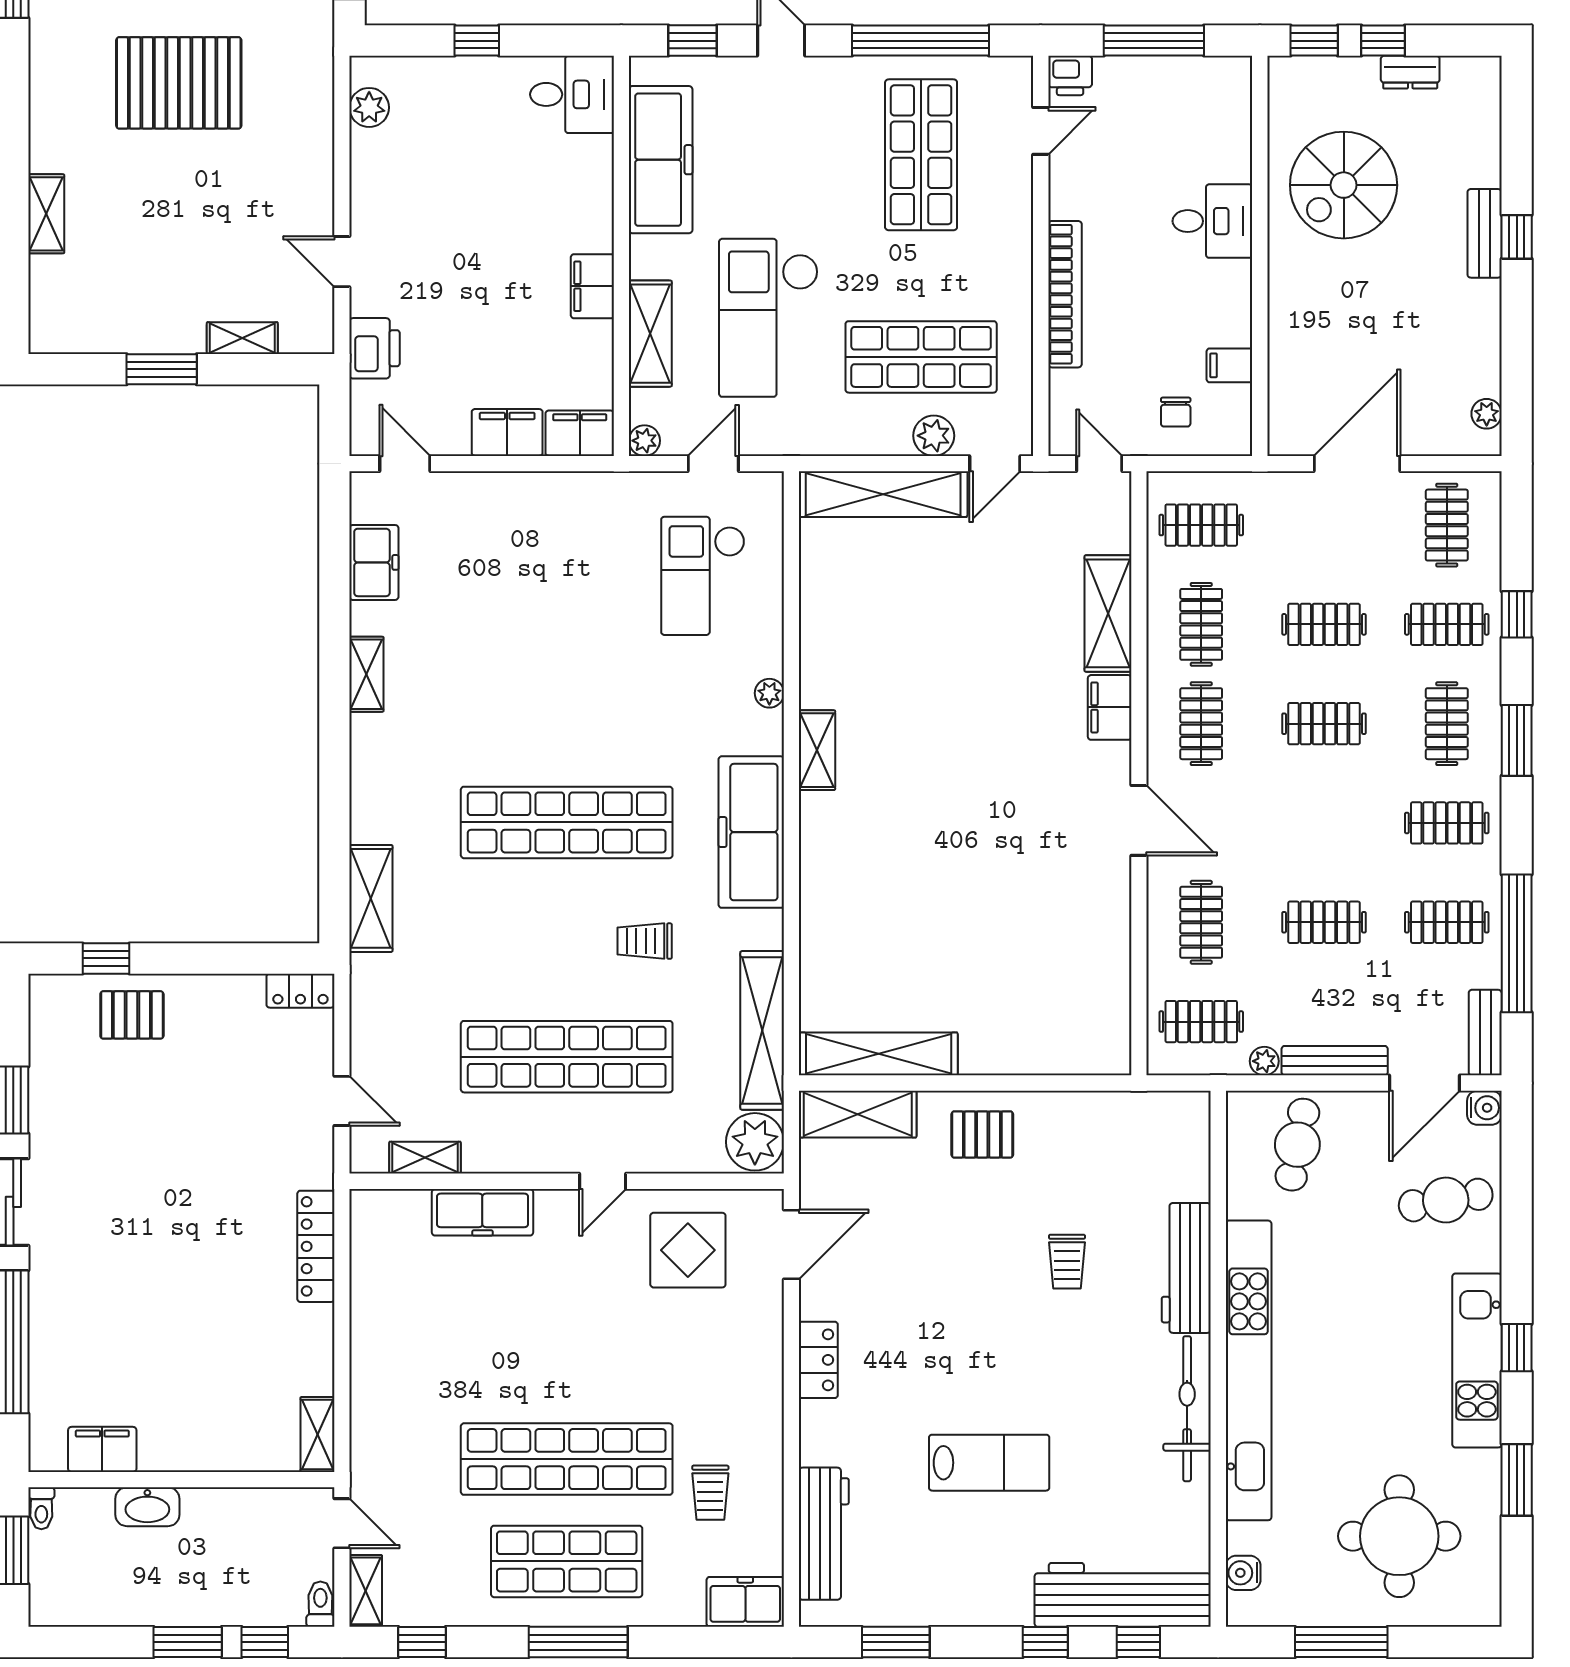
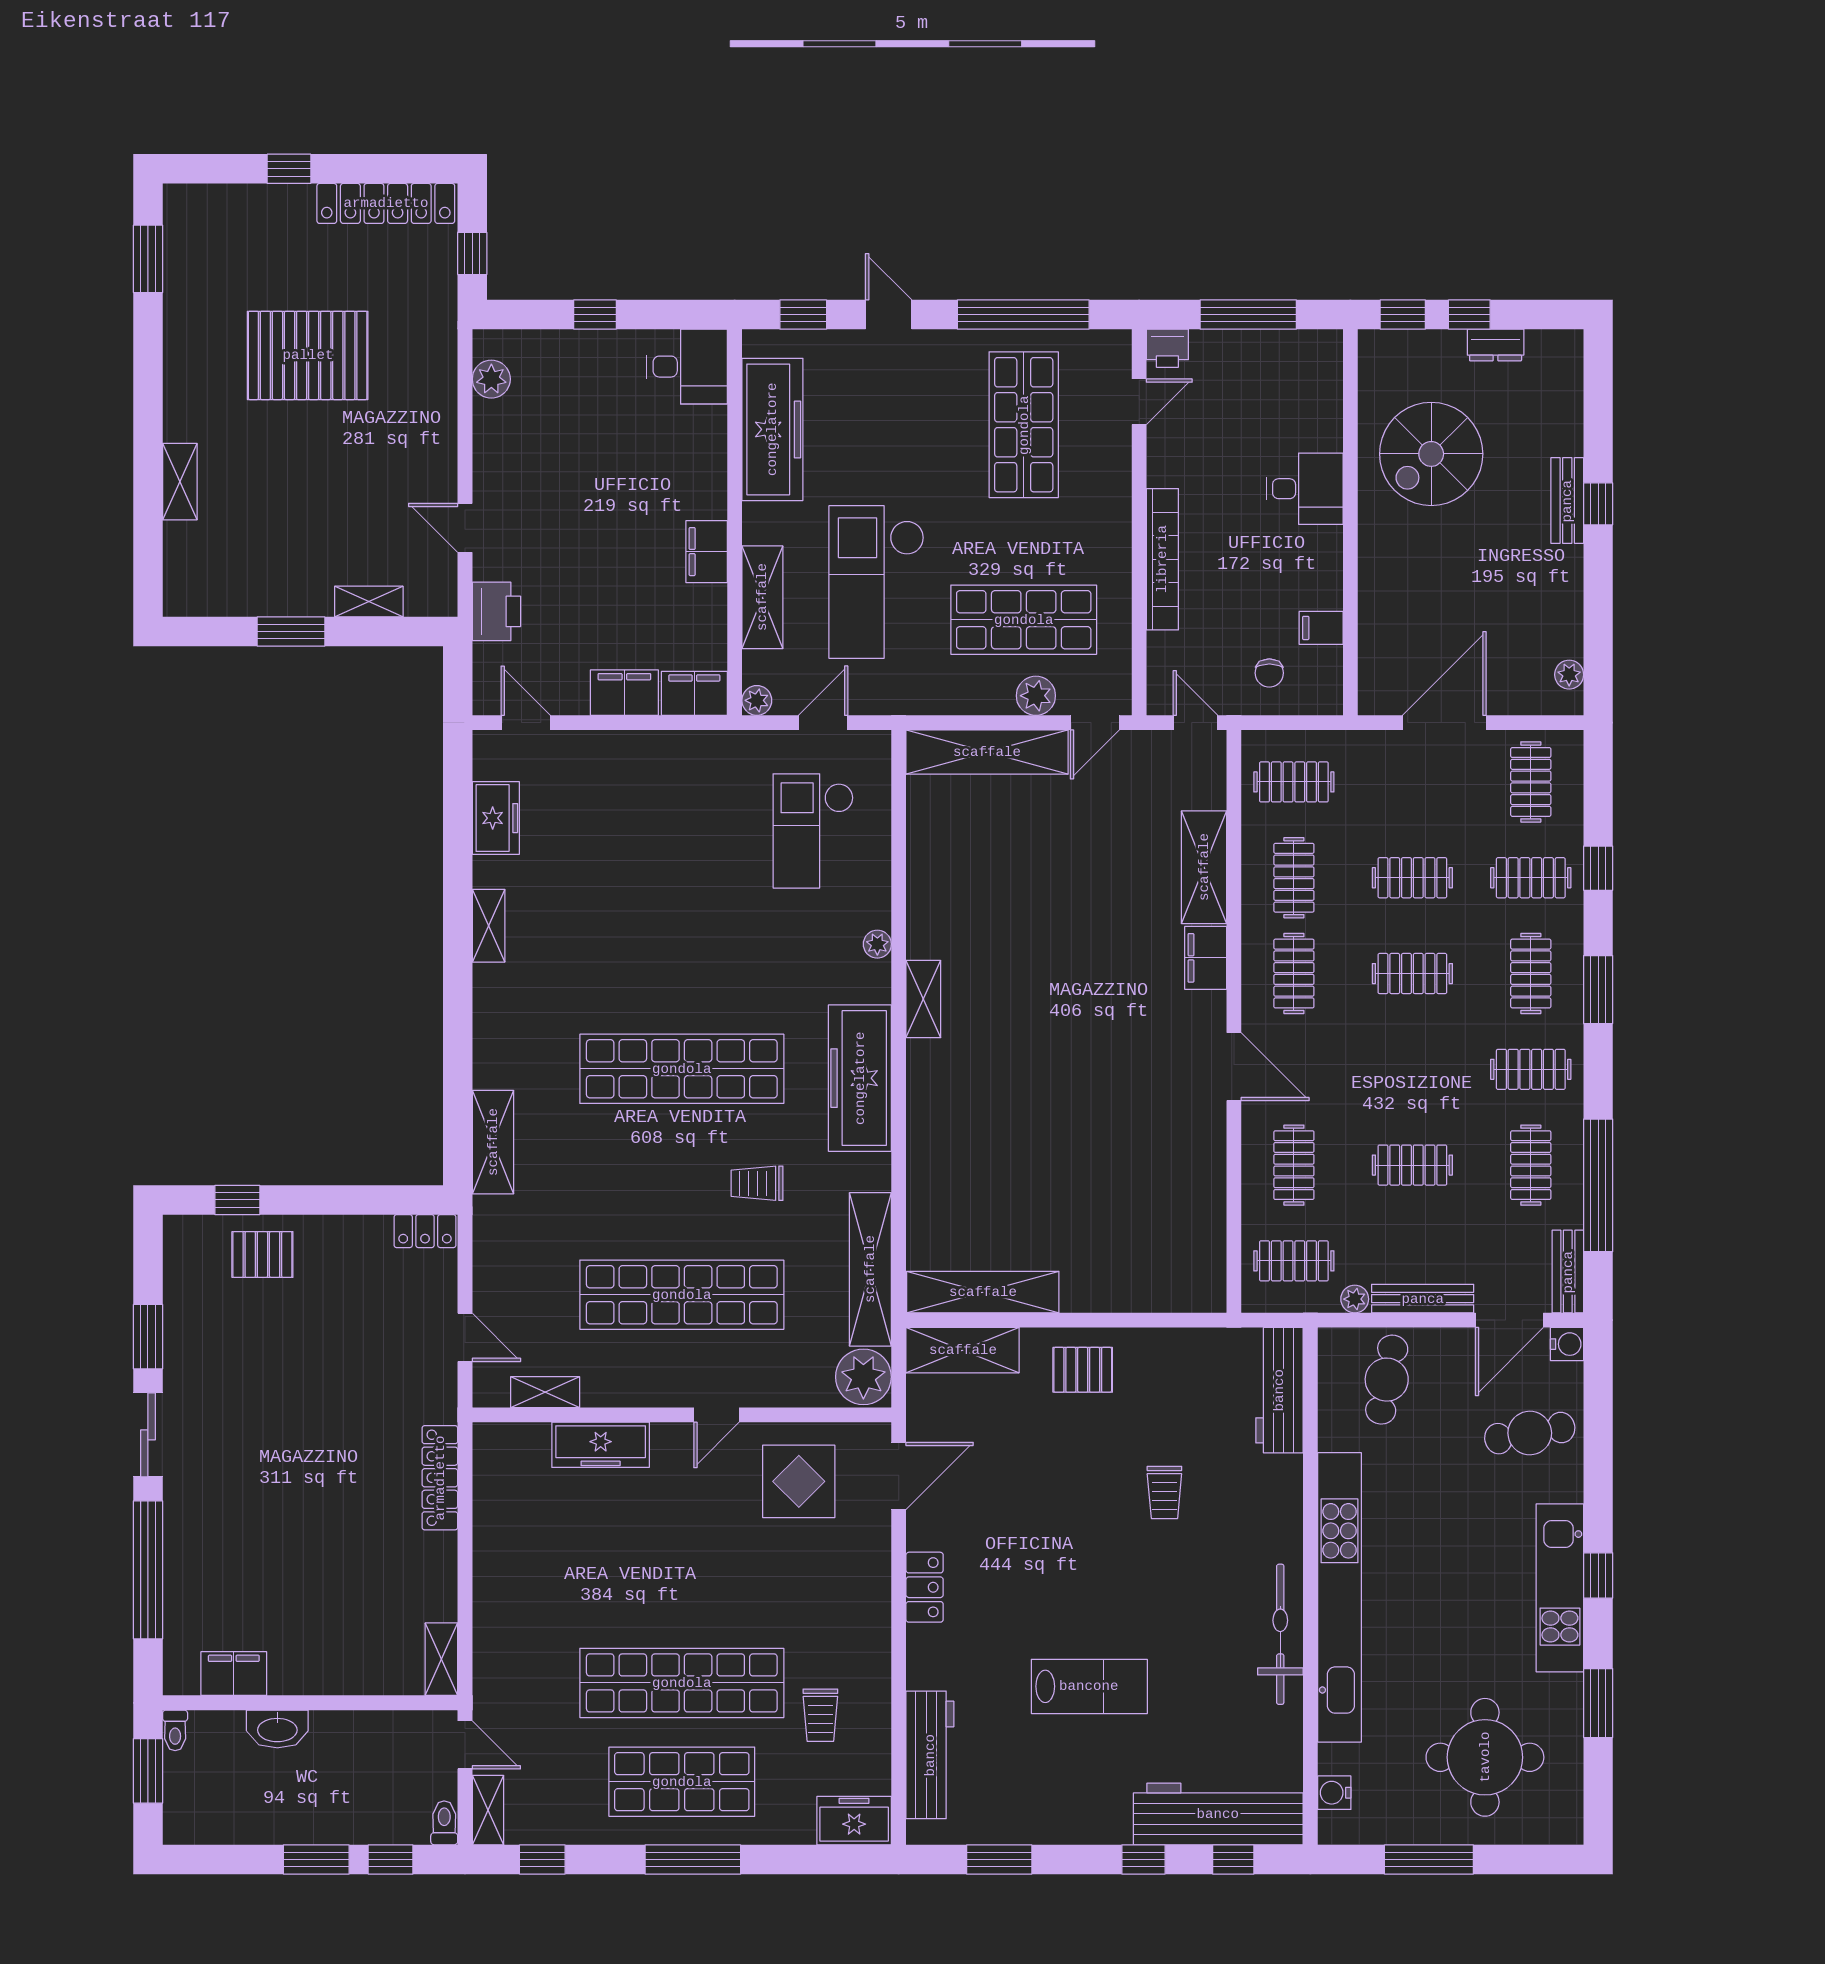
clothes rail: (1447, 922) -> (1531, 1165), turned 90
workbench: (1186, 1268) -> (1279, 1390), moved

